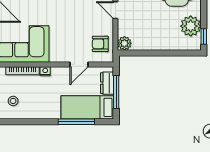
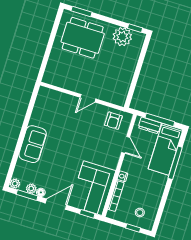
plant: (124, 43) -> (120, 99), removed

